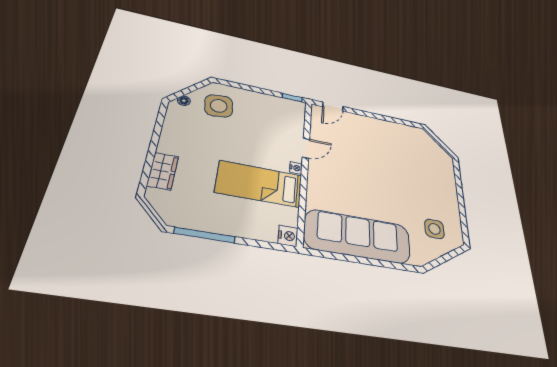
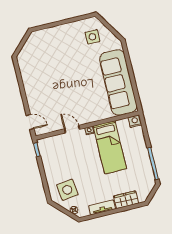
tv unit: (168, 135) -> (102, 207), added

